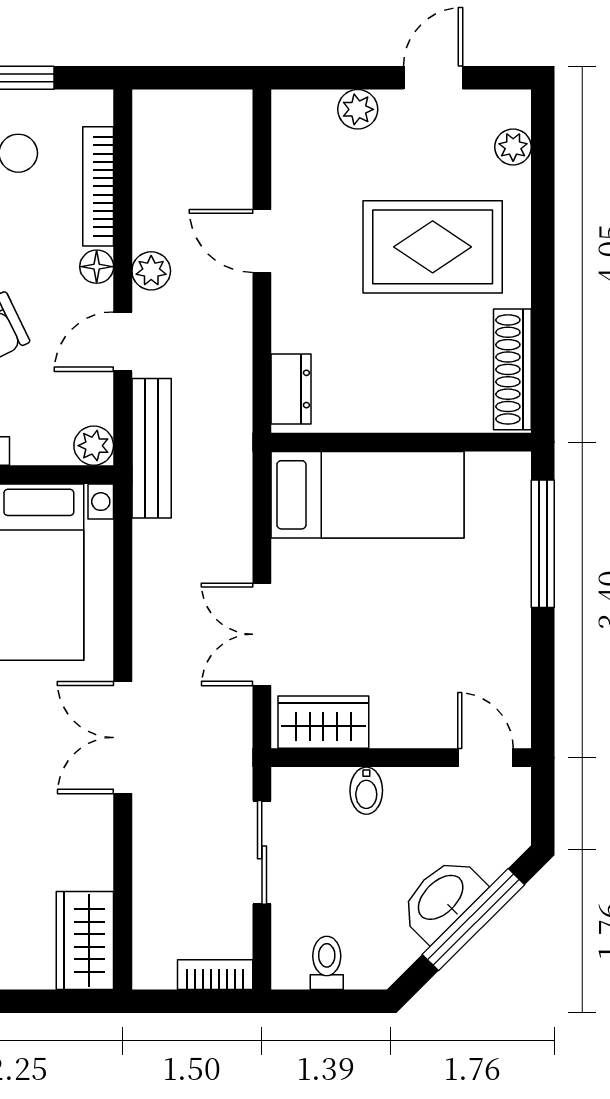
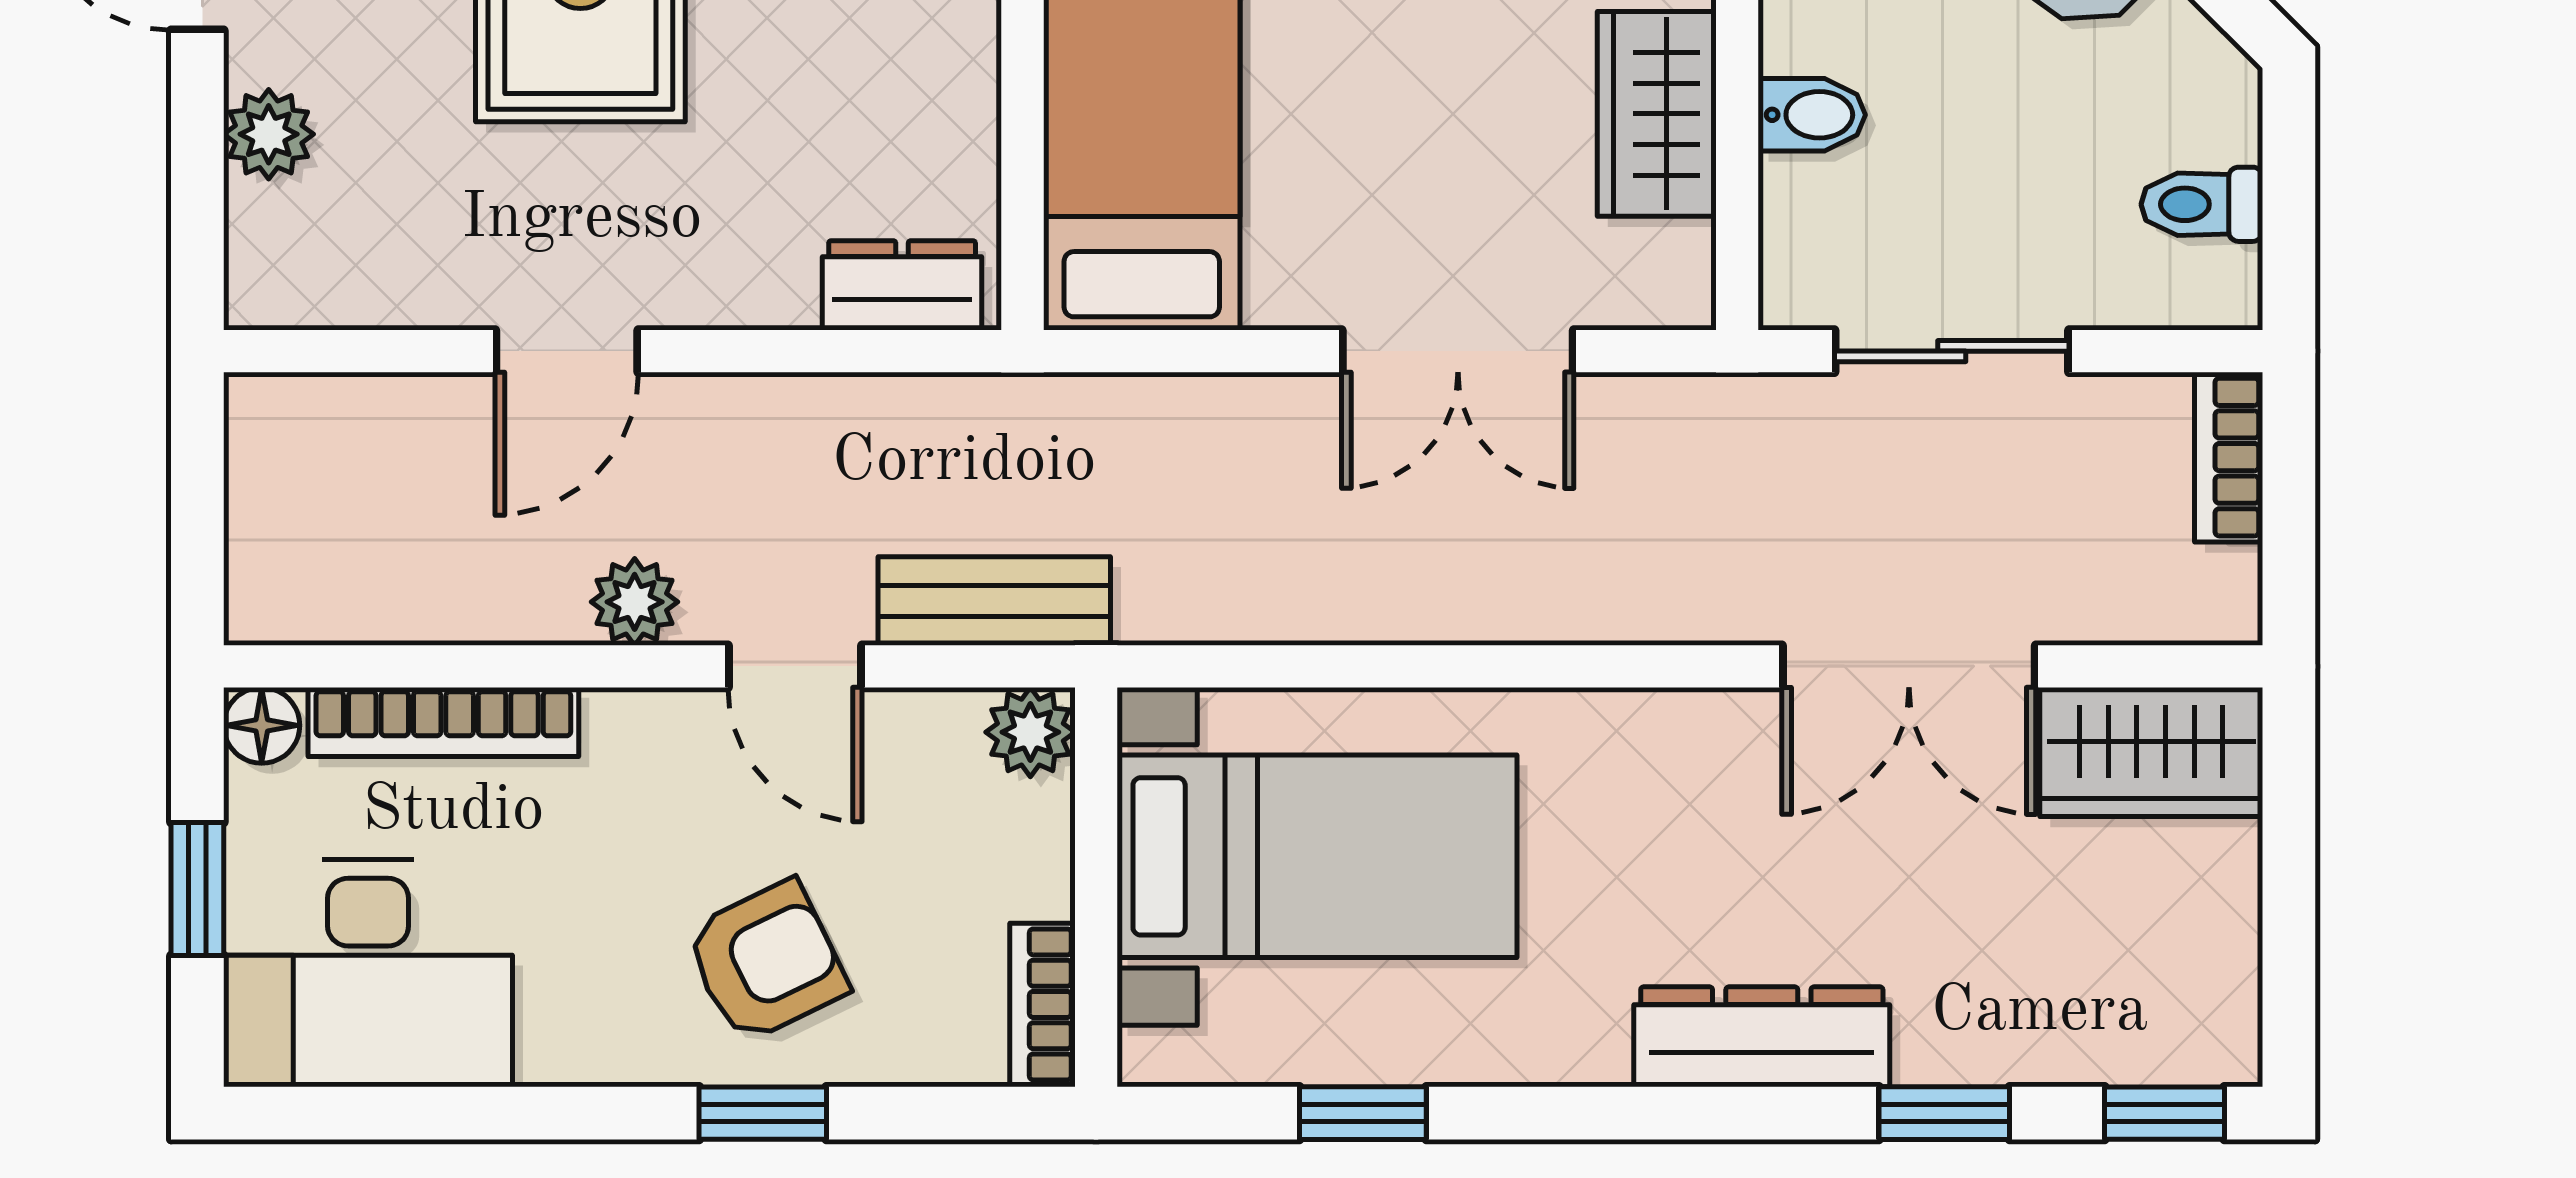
floor lamp: (97, 267) -> (262, 725), moved
bench: (152, 448) -> (994, 601), width x0.73
wardrobe: (323, 722) -> (1657, 114), moved
double door: (123, 738) -> (1909, 666), moved

